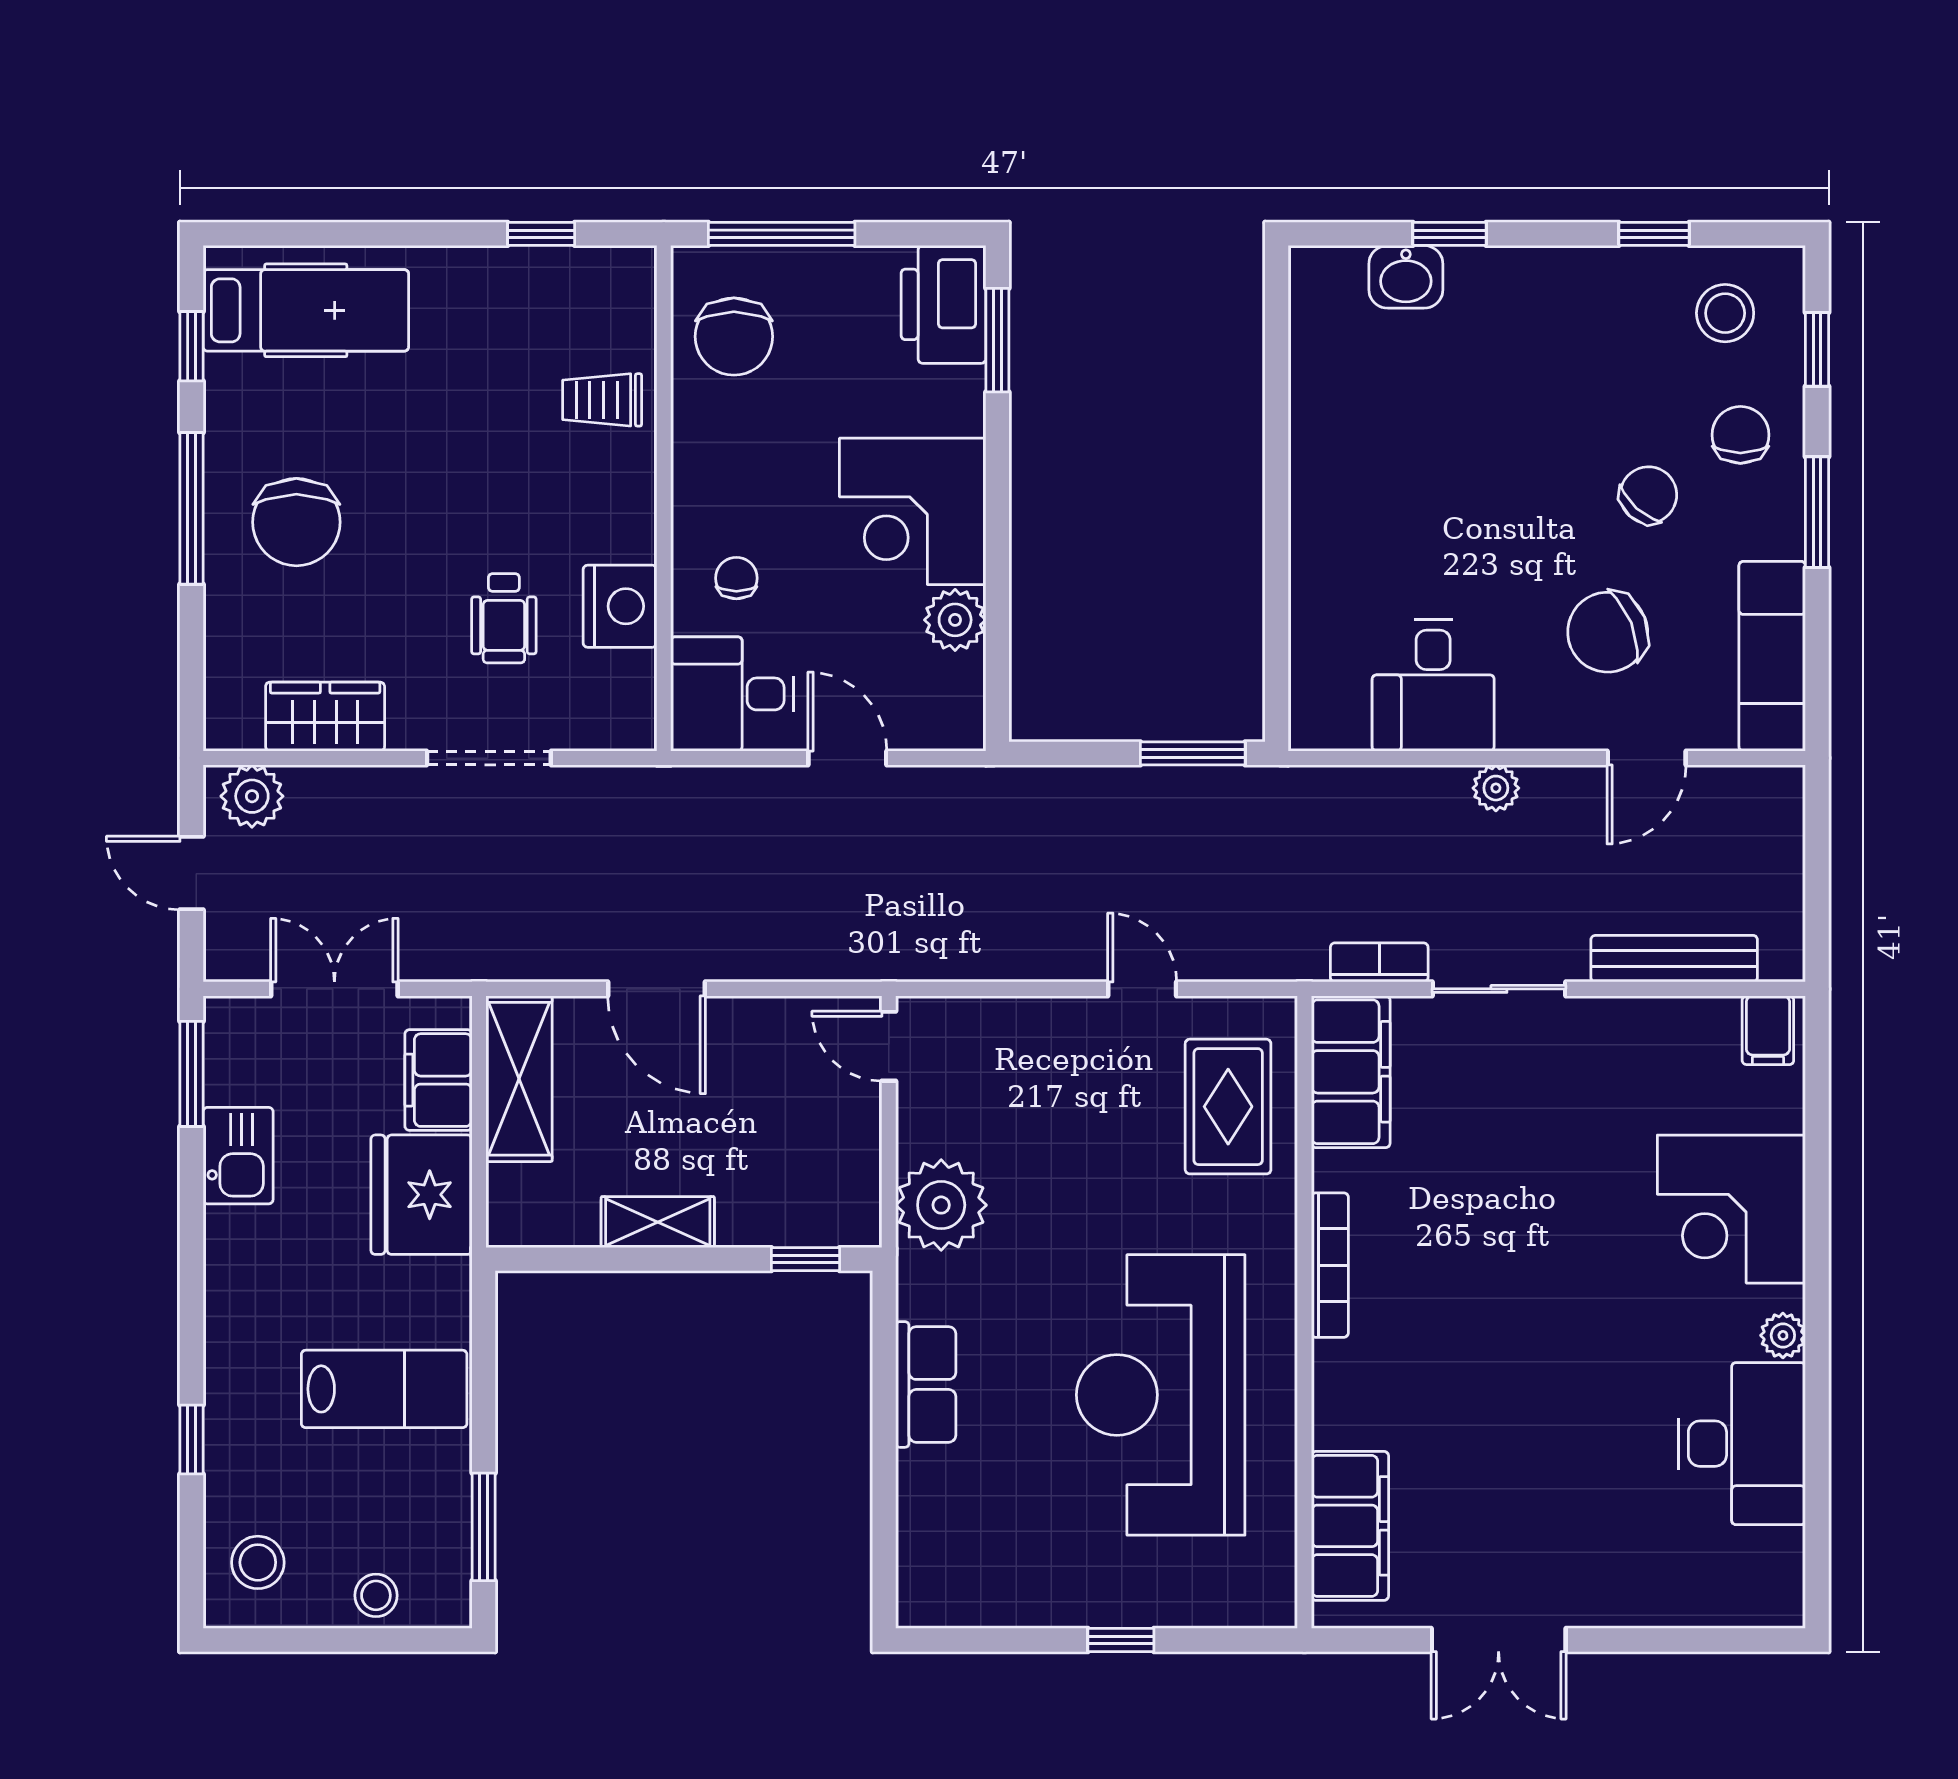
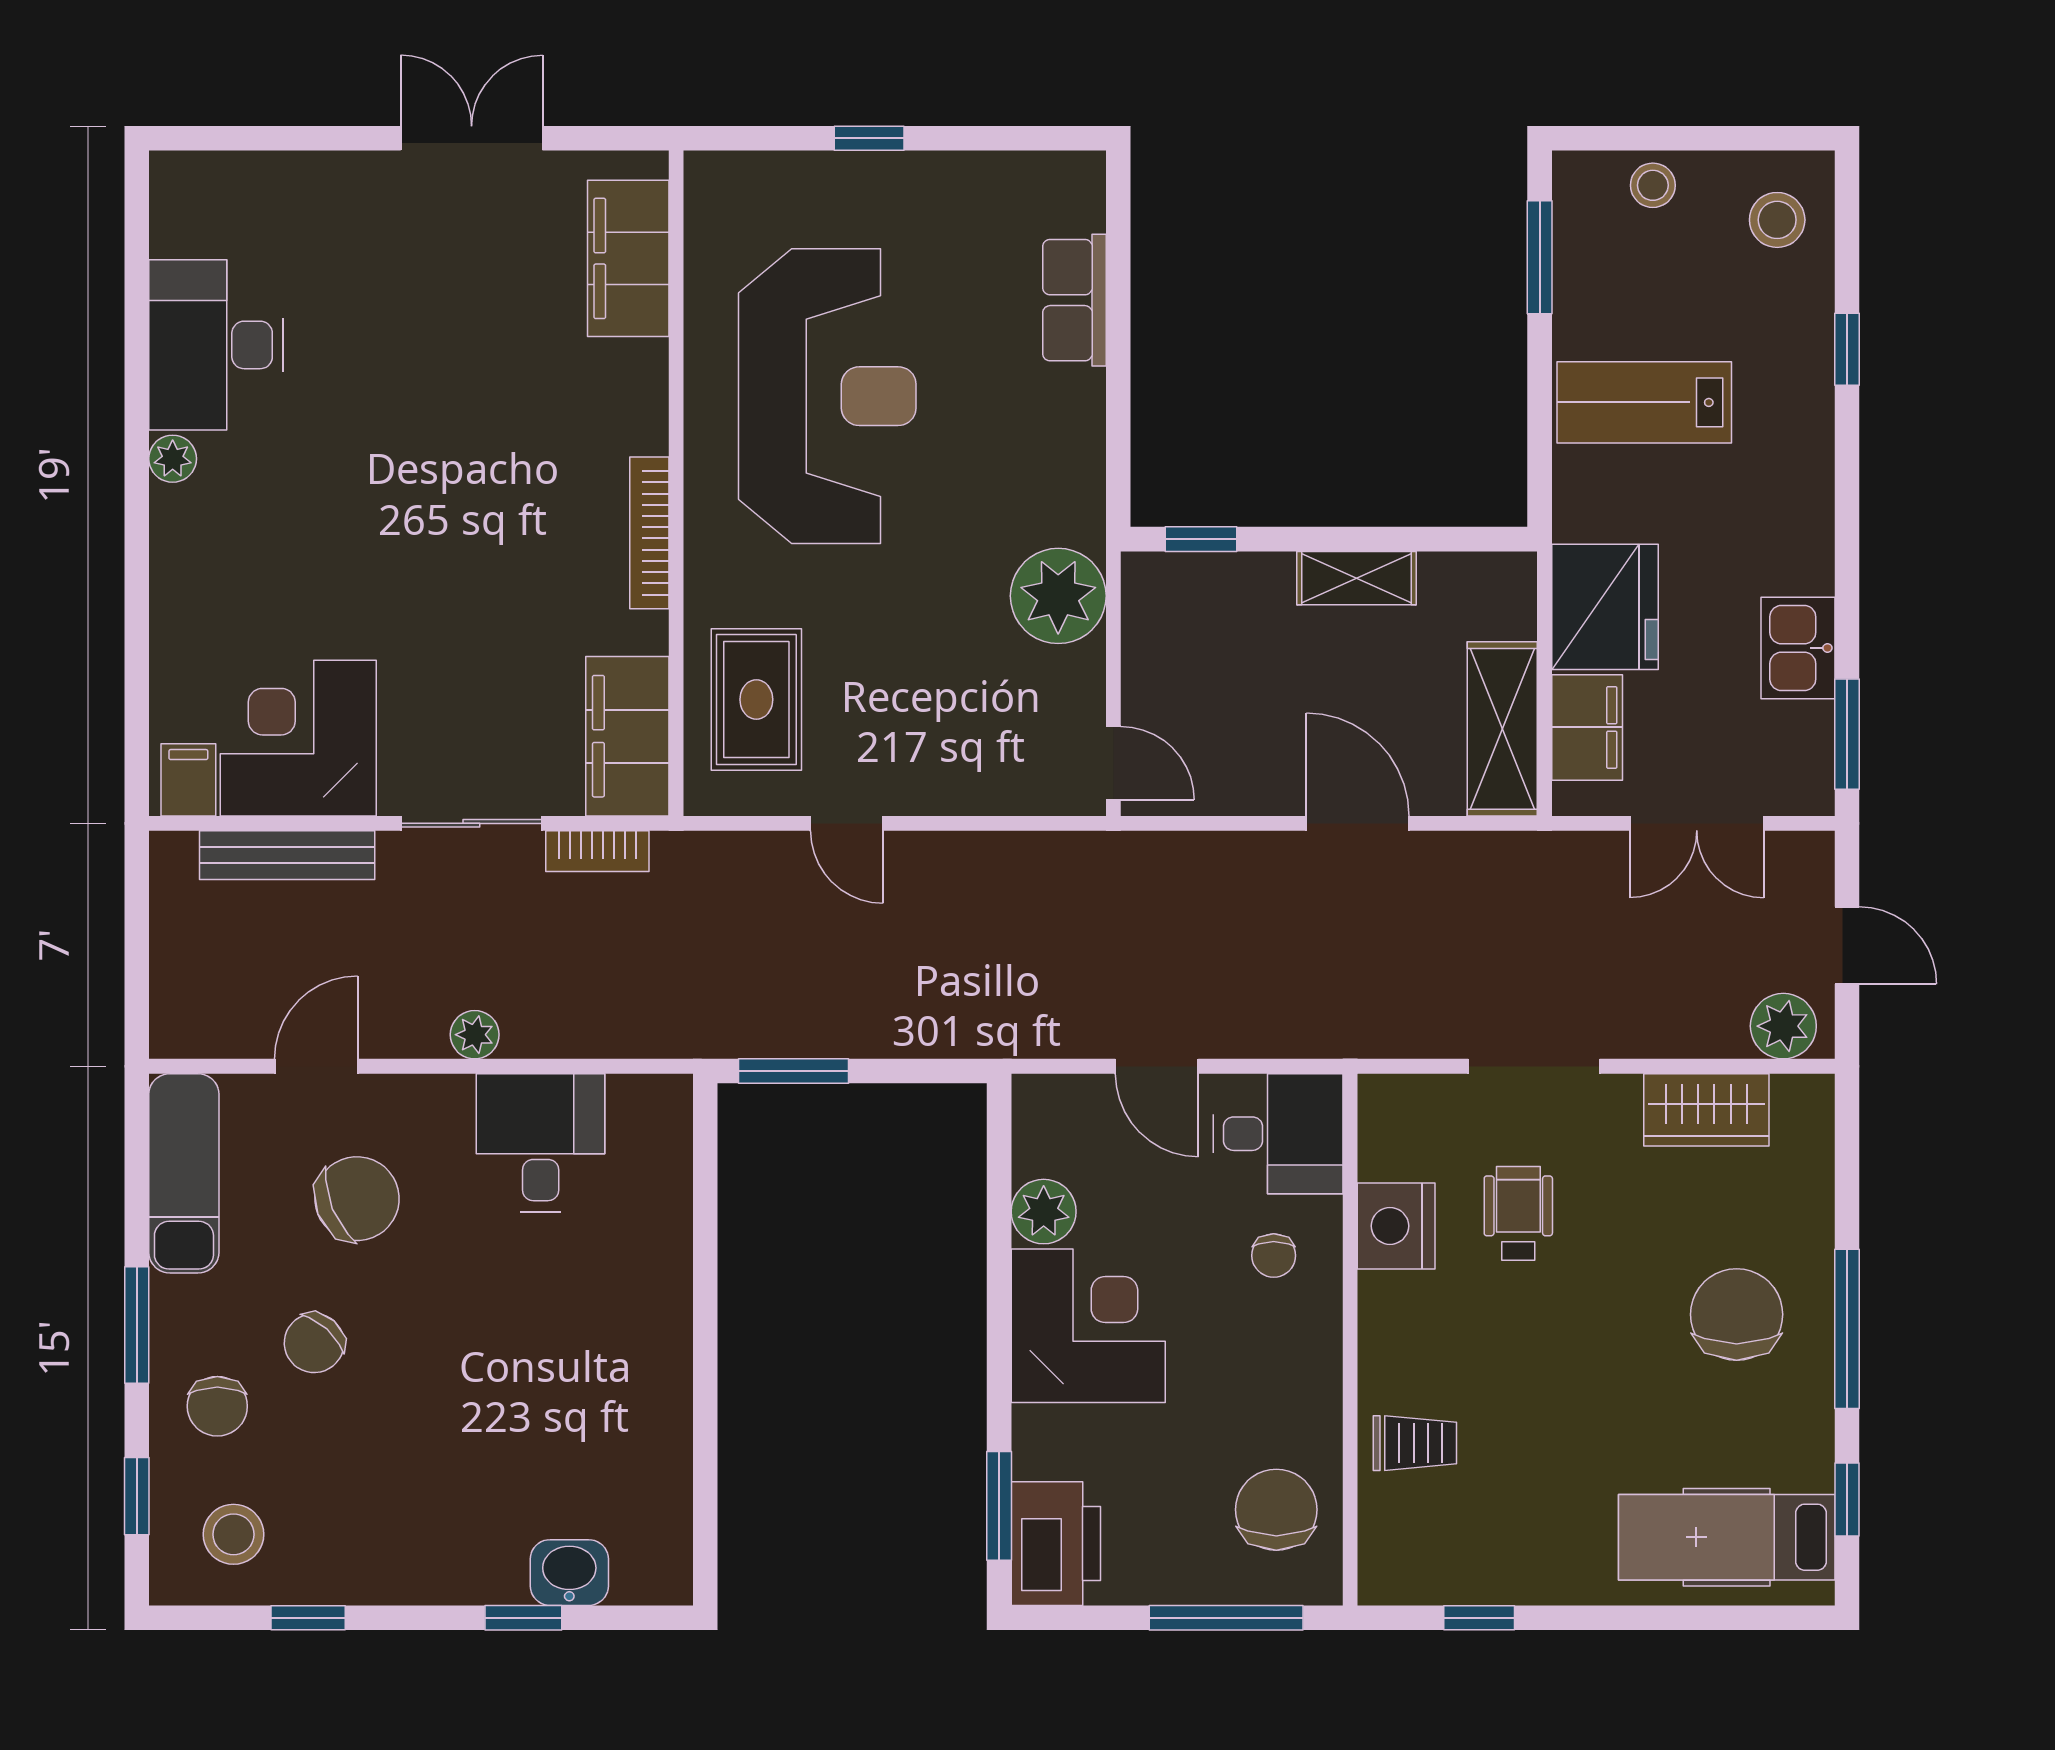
corner desk: (1731, 1209) -> (298, 738), moved, turned -90
row of seats: (926, 1384) -> (1074, 300), moved

